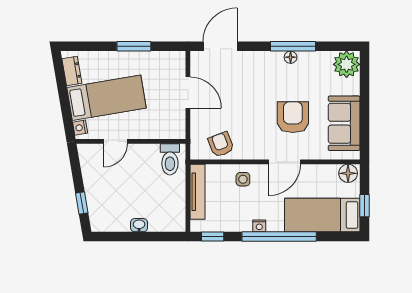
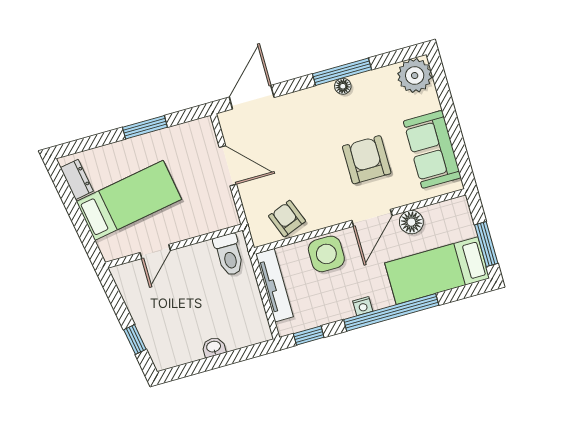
nightstand: (80, 128) -> (107, 247), removed
floor lamp: (348, 173) -> (411, 222), moved
side table: (243, 179) -> (326, 254), width x1.87, depth x1.87
window: (365, 206) -> (486, 244), width x1.50

